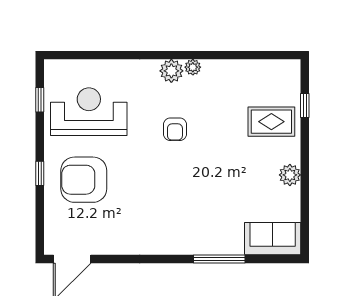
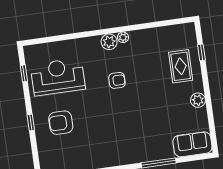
rug: (271, 122) -> (181, 66), turned 90
armchair: (175, 129) -> (117, 80), turned -90
armchair: (84, 180) -> (61, 123), width x0.73, depth x0.73

